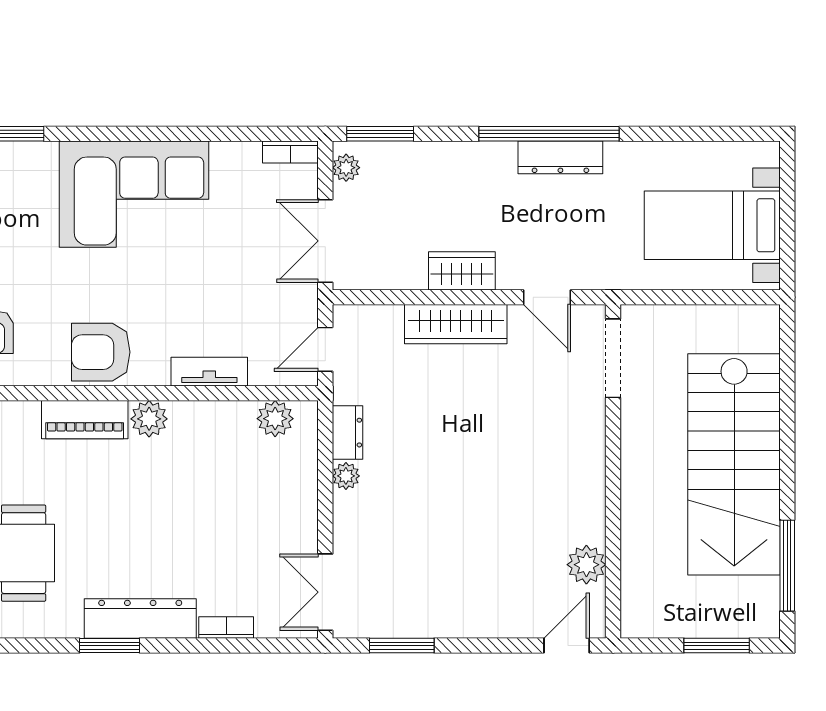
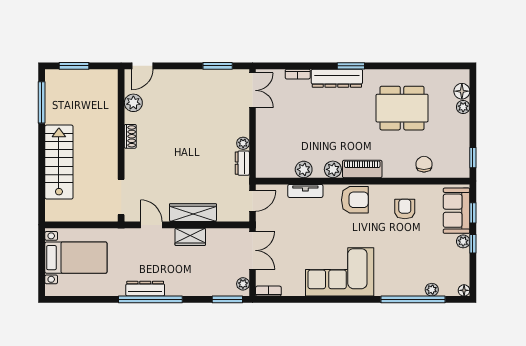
plant: (275, 419) -> (304, 169), moved
stairs: (734, 464) -> (59, 162), width x0.73, depth x0.66
shoe rack: (593, 491) -> (130, 136), added

